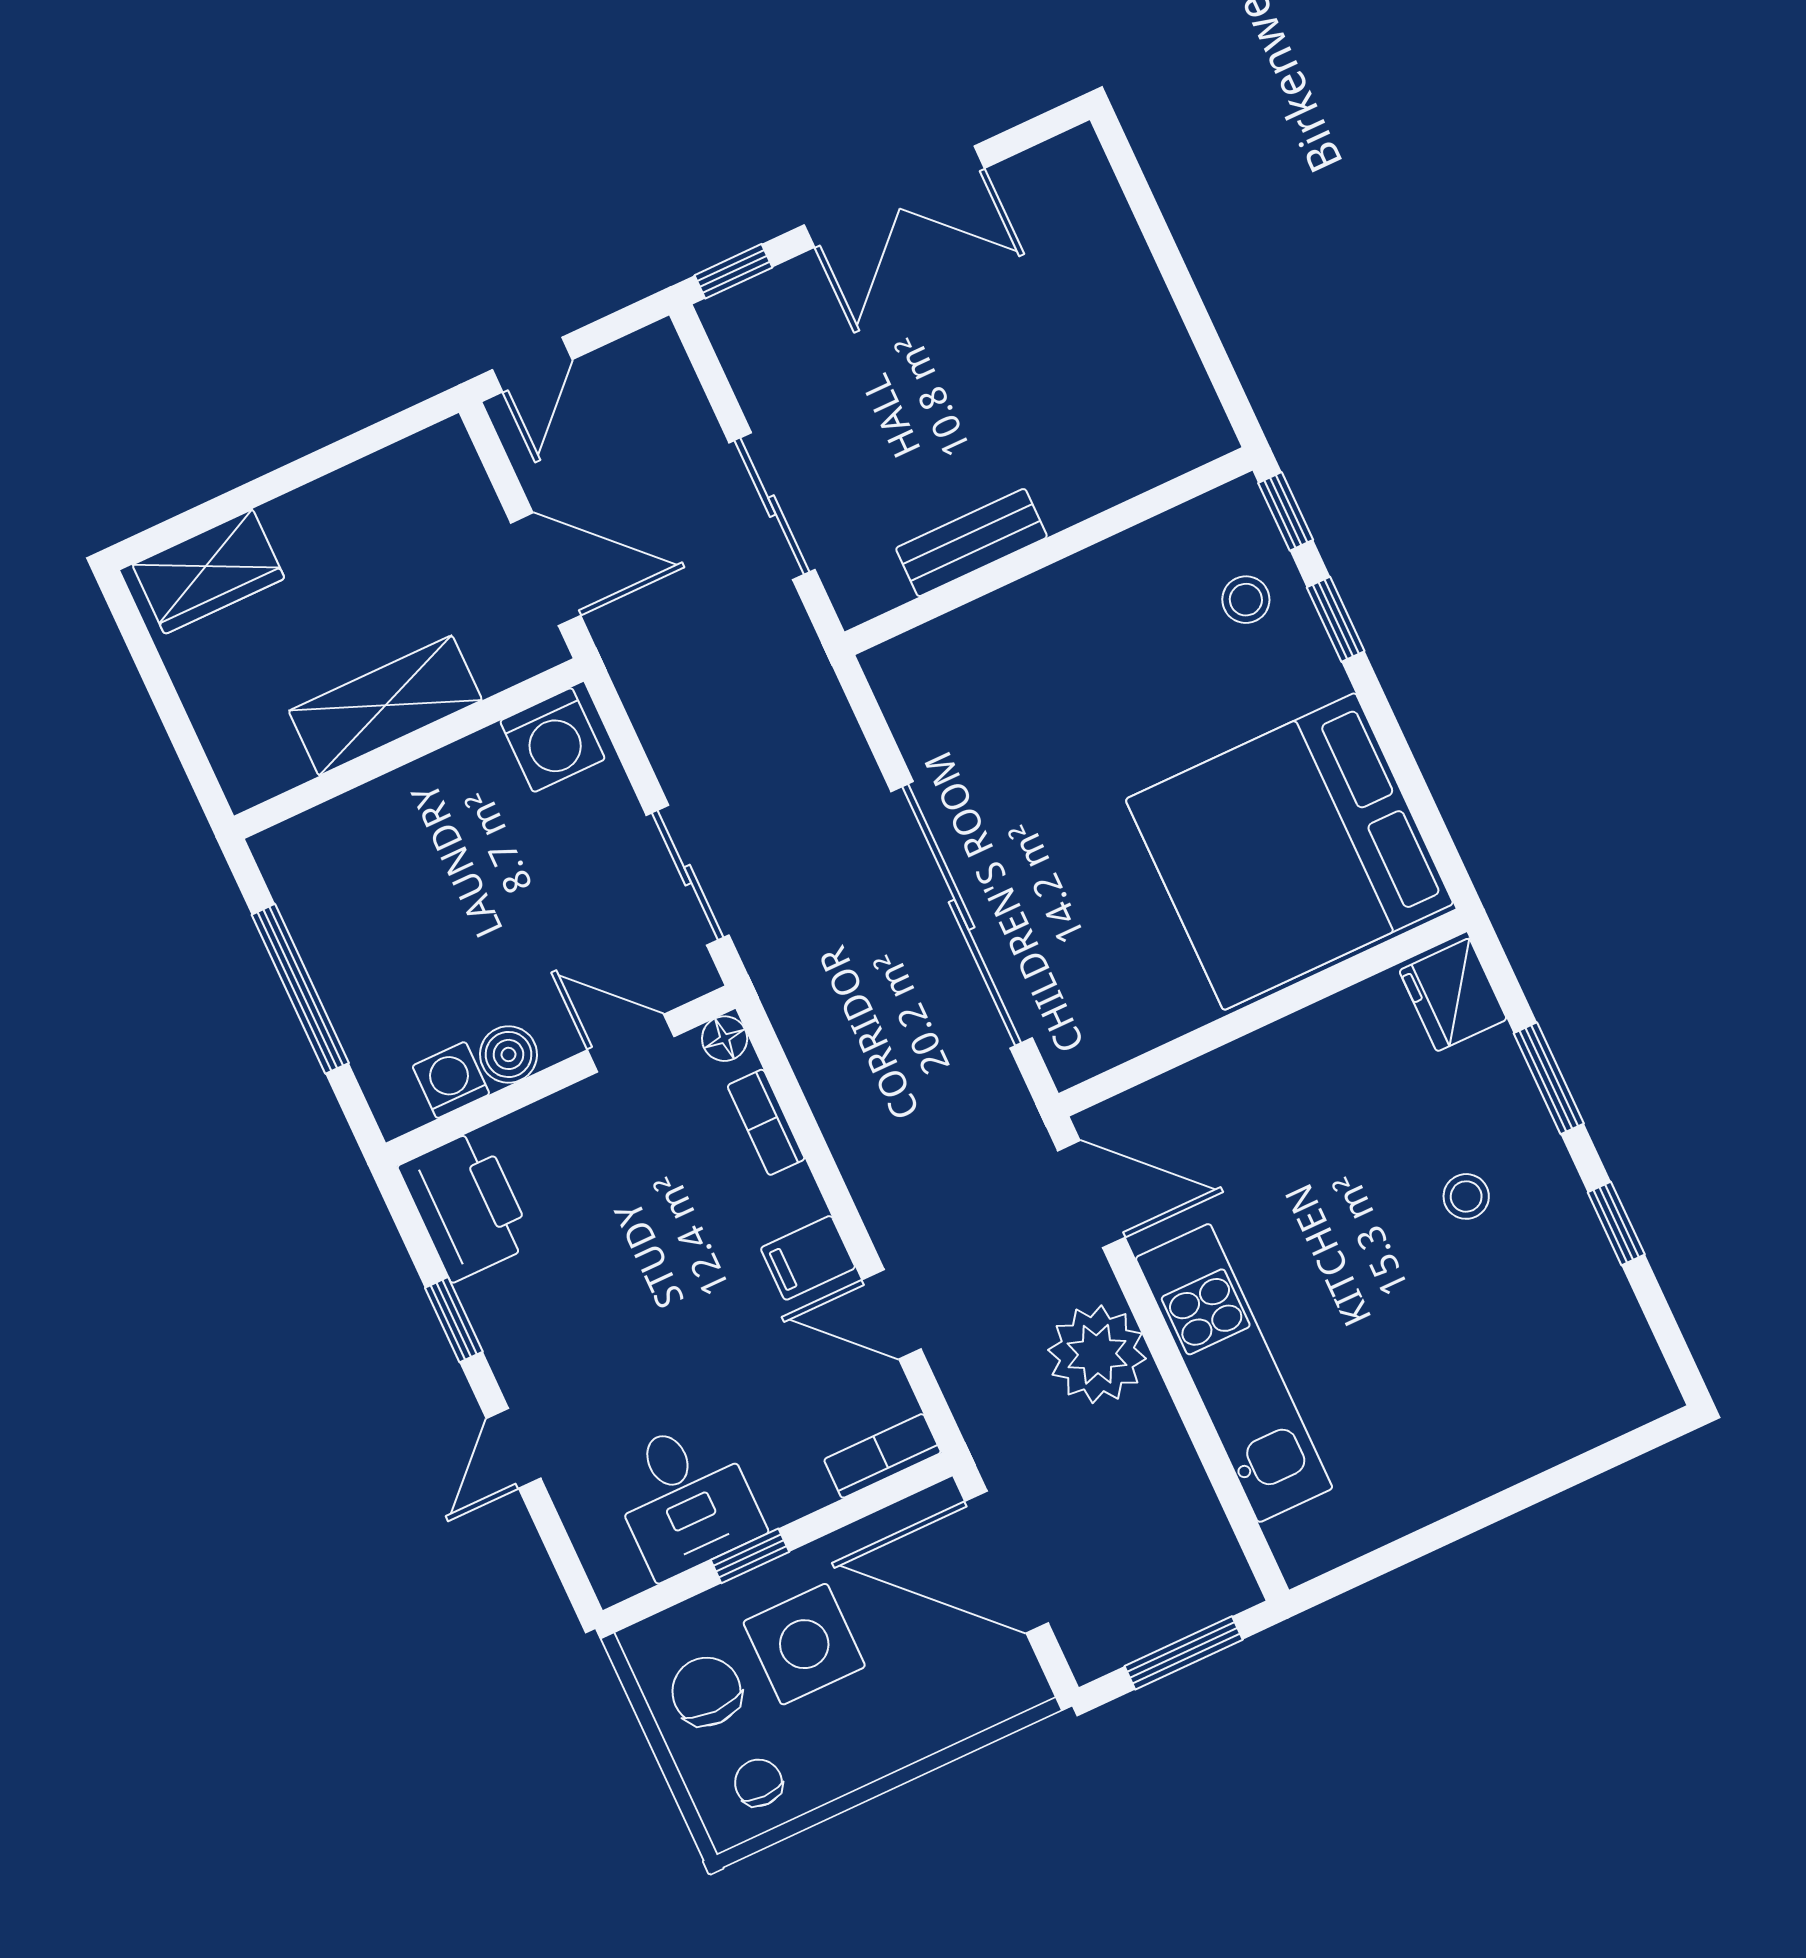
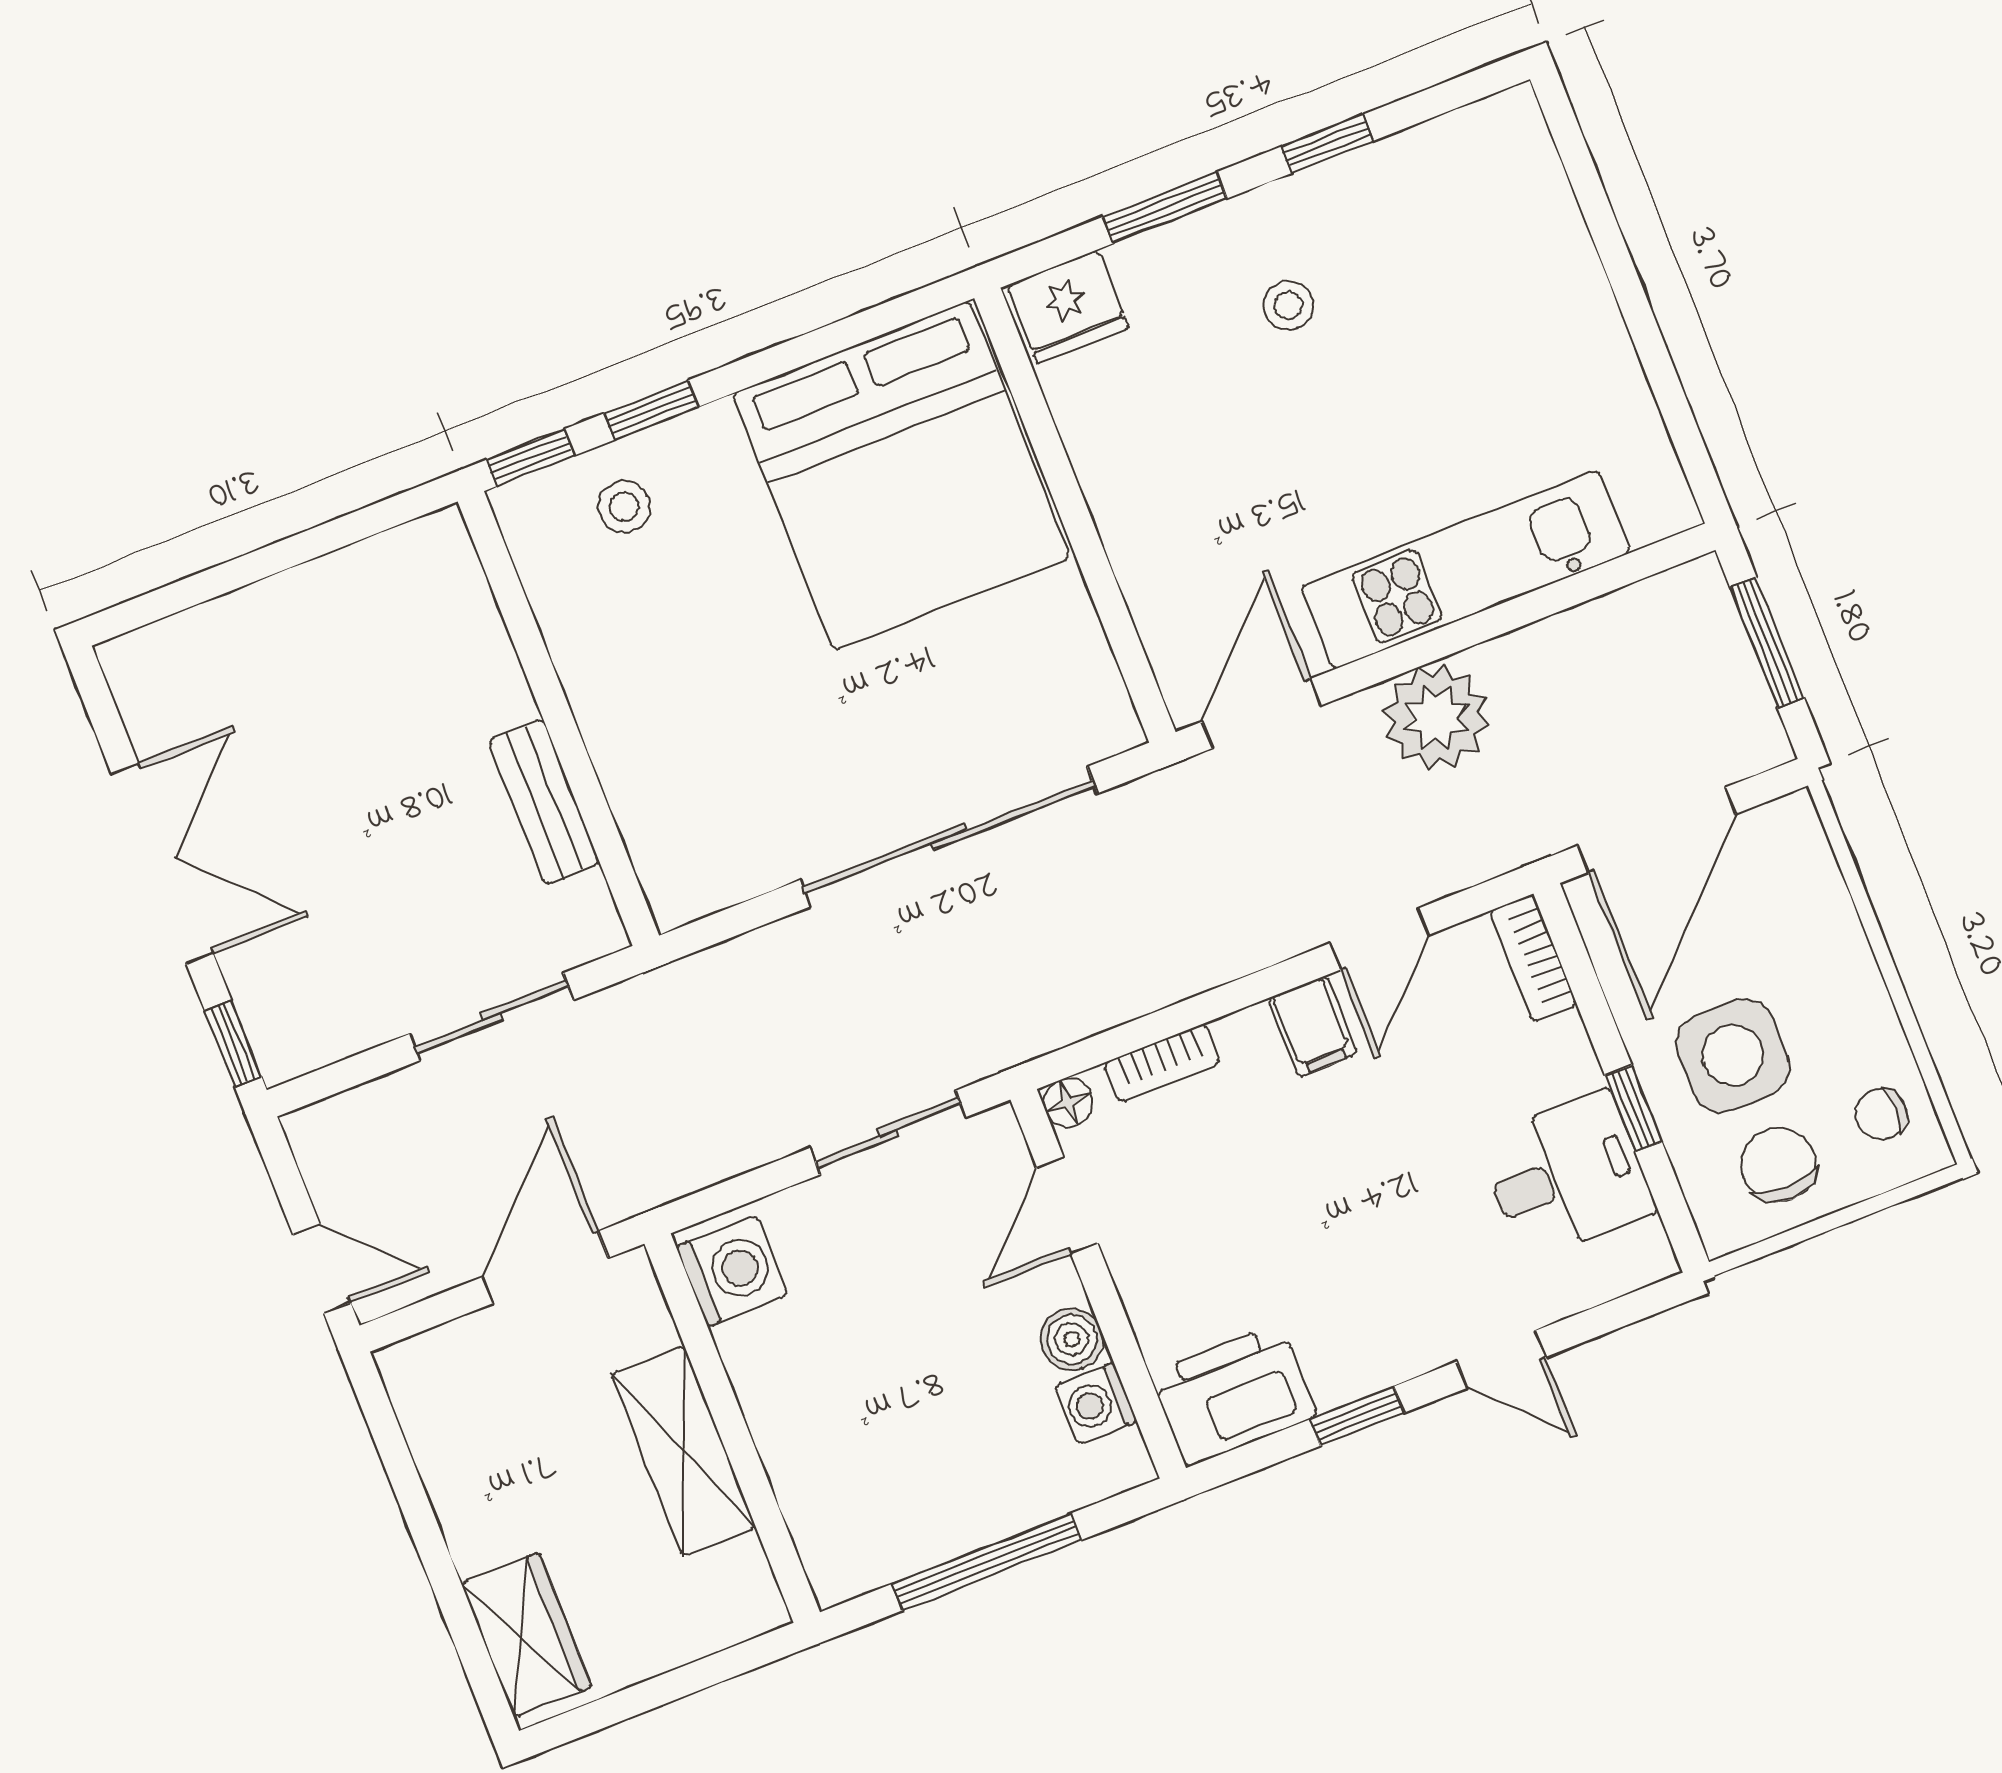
chair: (706, 1692) -> (1778, 1165), turned 90

